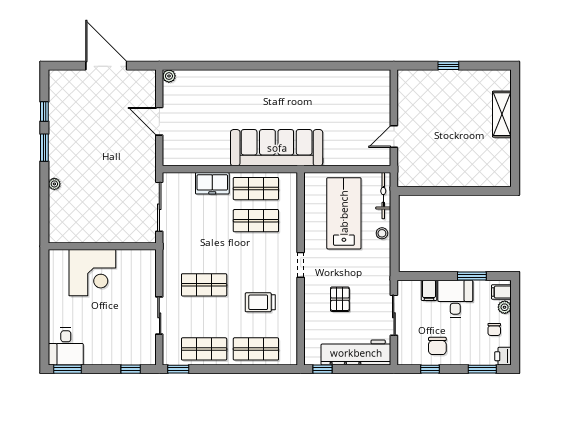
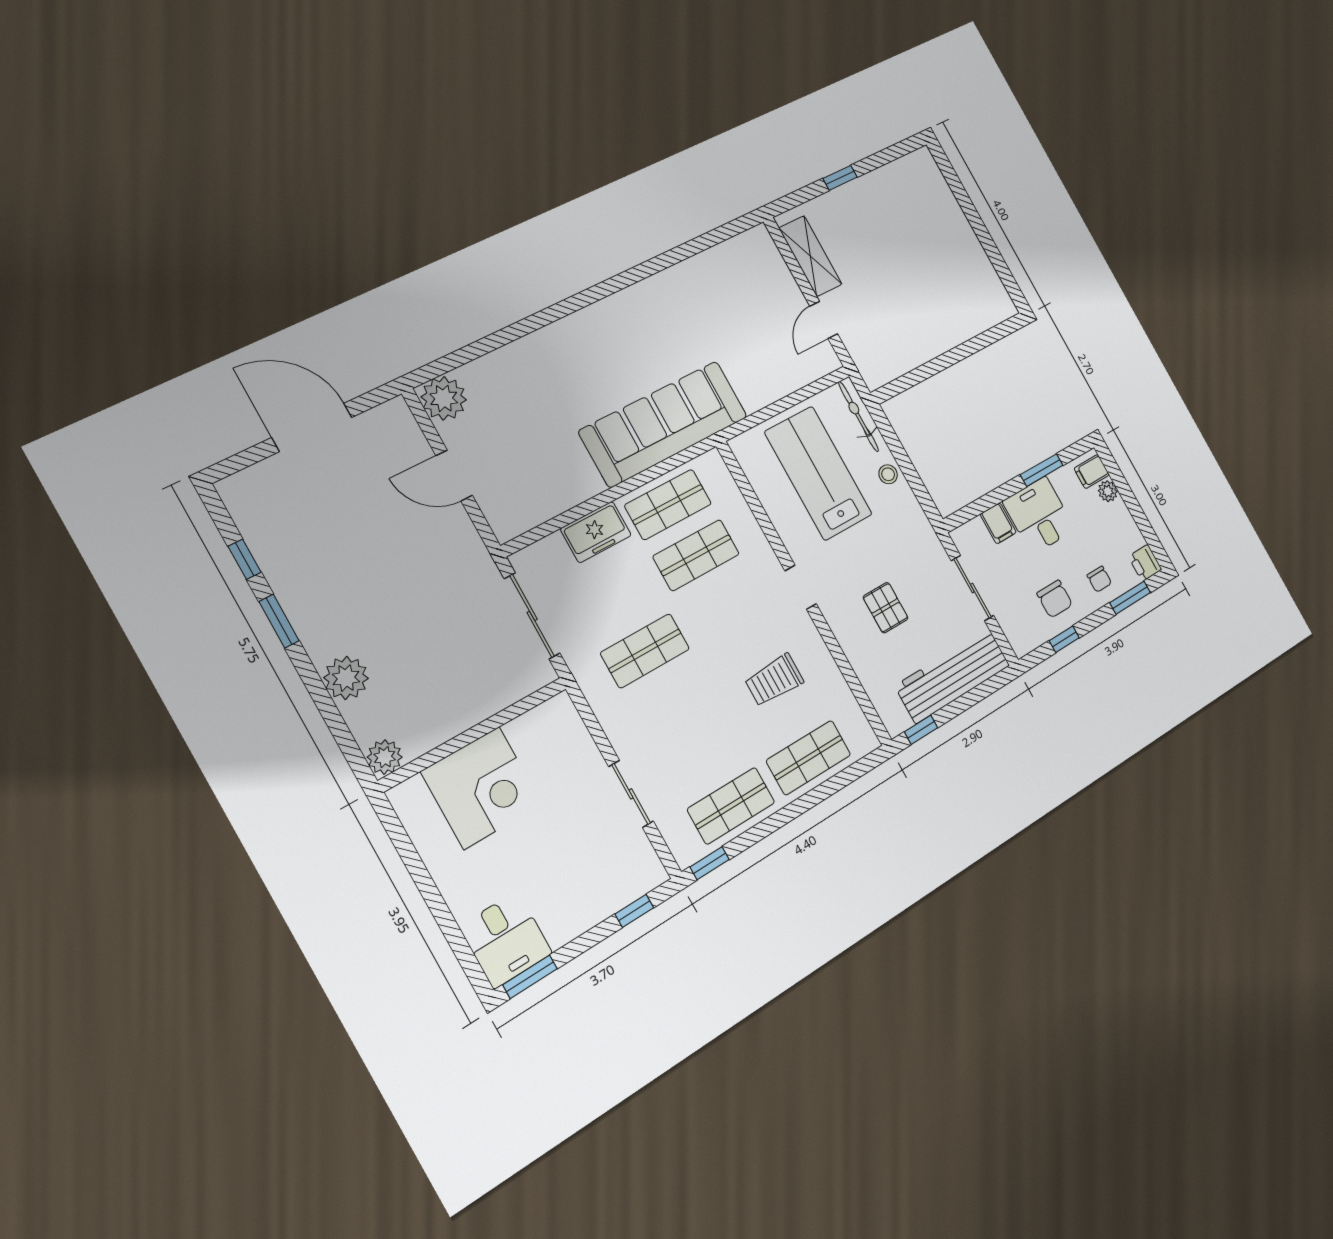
plant: (169, 76) -> (444, 398), width x1.88, depth x1.88
shelving: (502, 114) -> (810, 256), moved
plant: (54, 184) -> (346, 678), width x1.87, depth x1.87
plant: (57, 234) -> (385, 757), added
shop shelf: (204, 285) -> (645, 651), moved
chair: (494, 329) -> (1099, 579), moved

